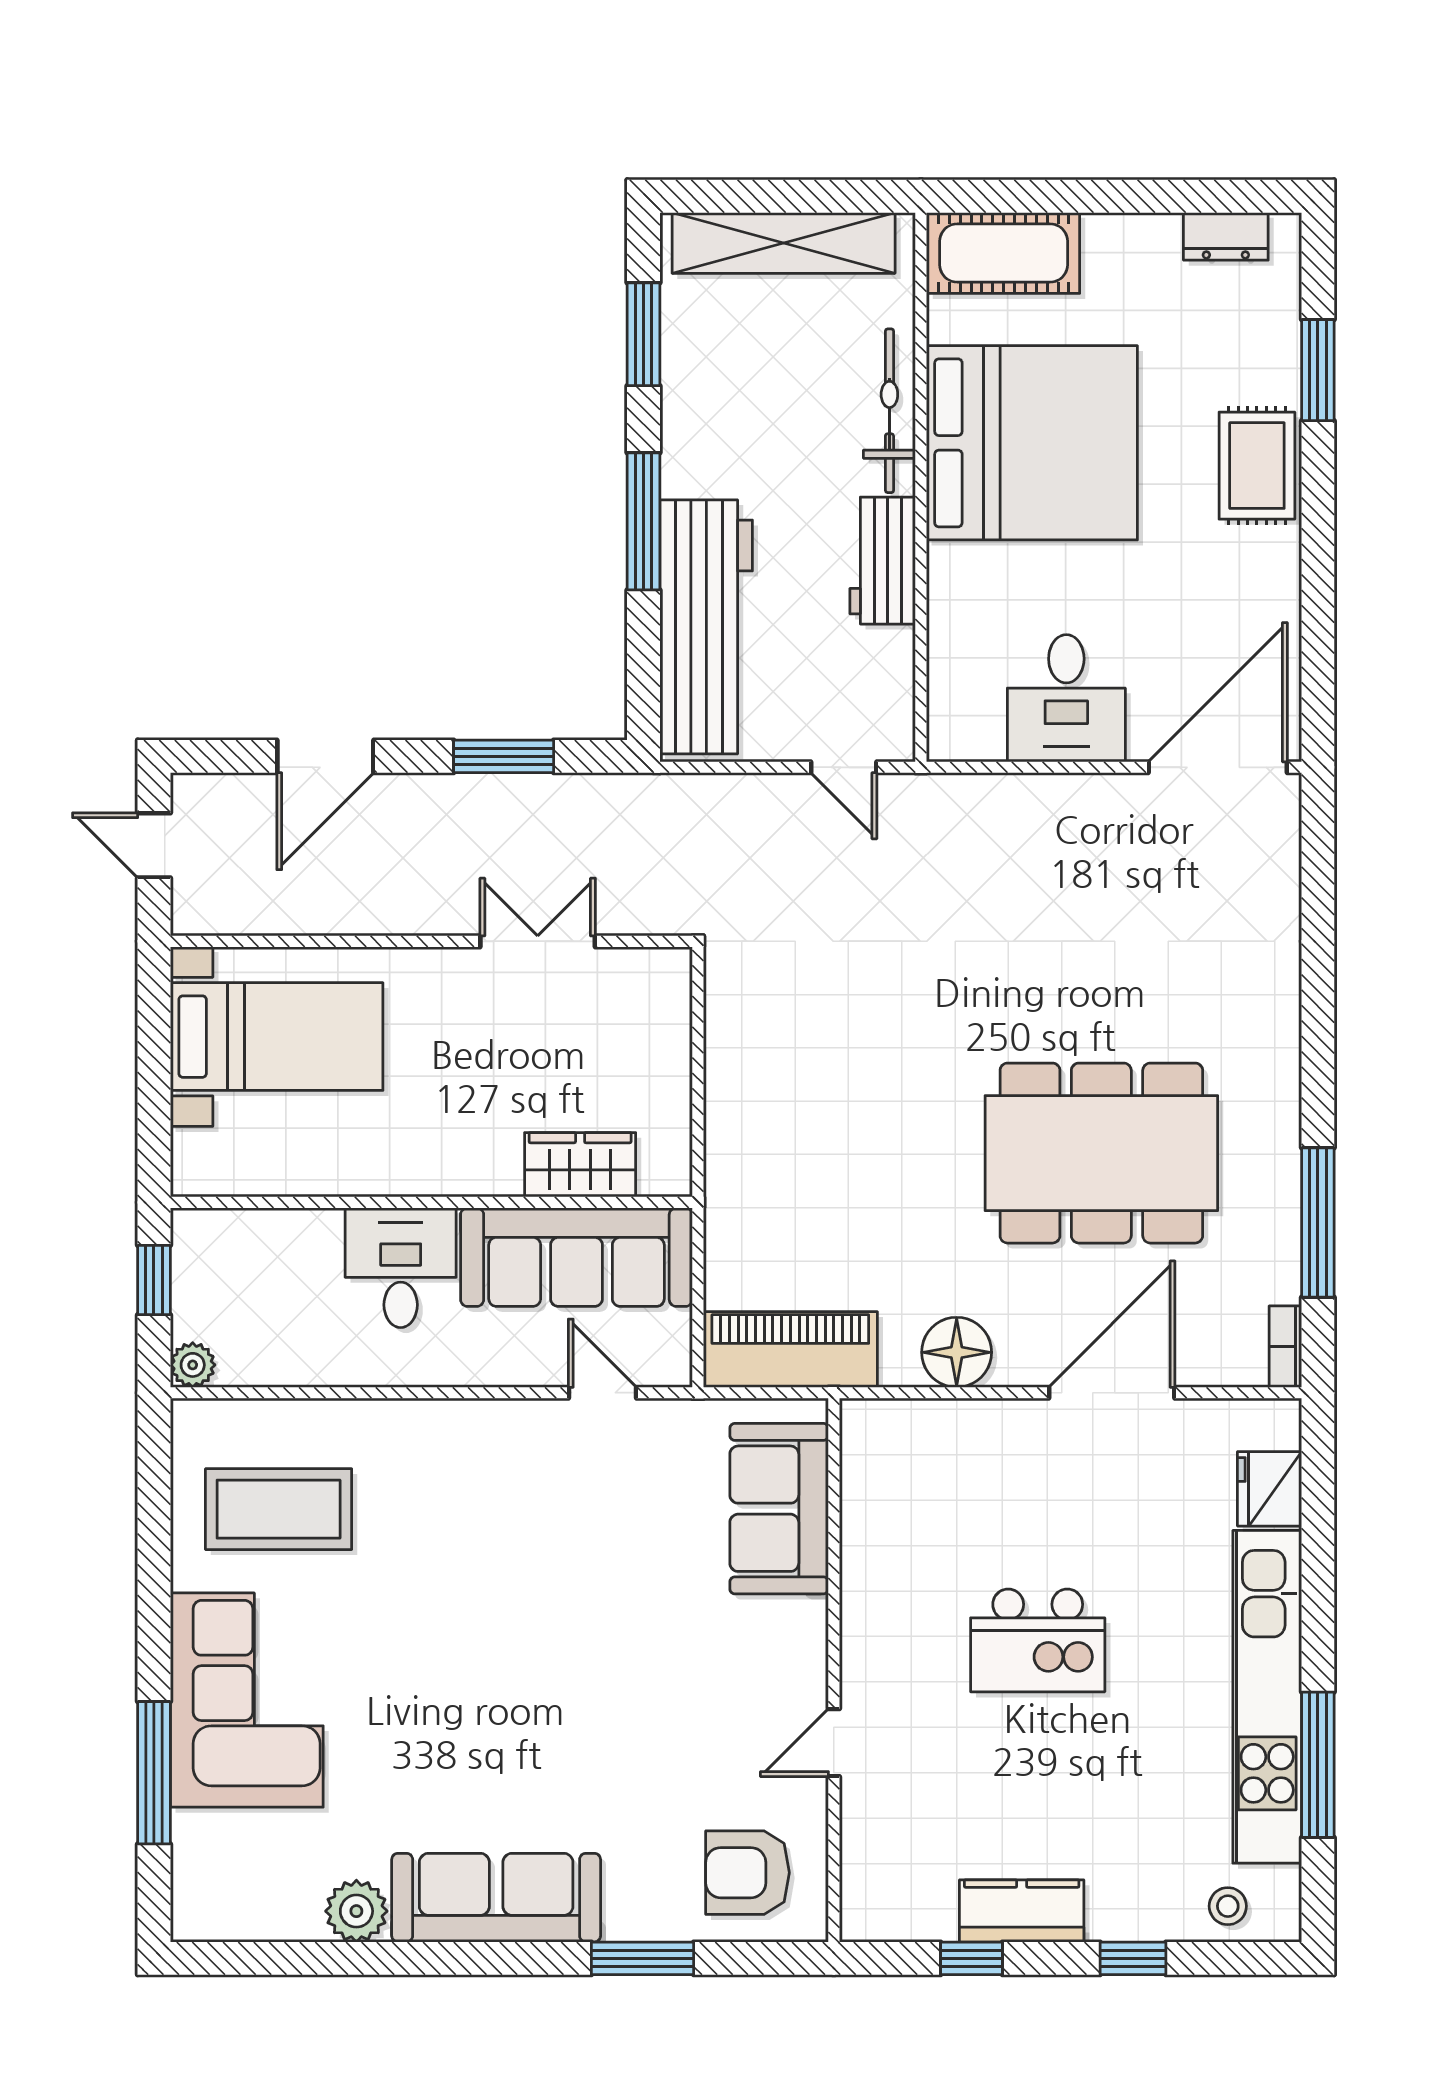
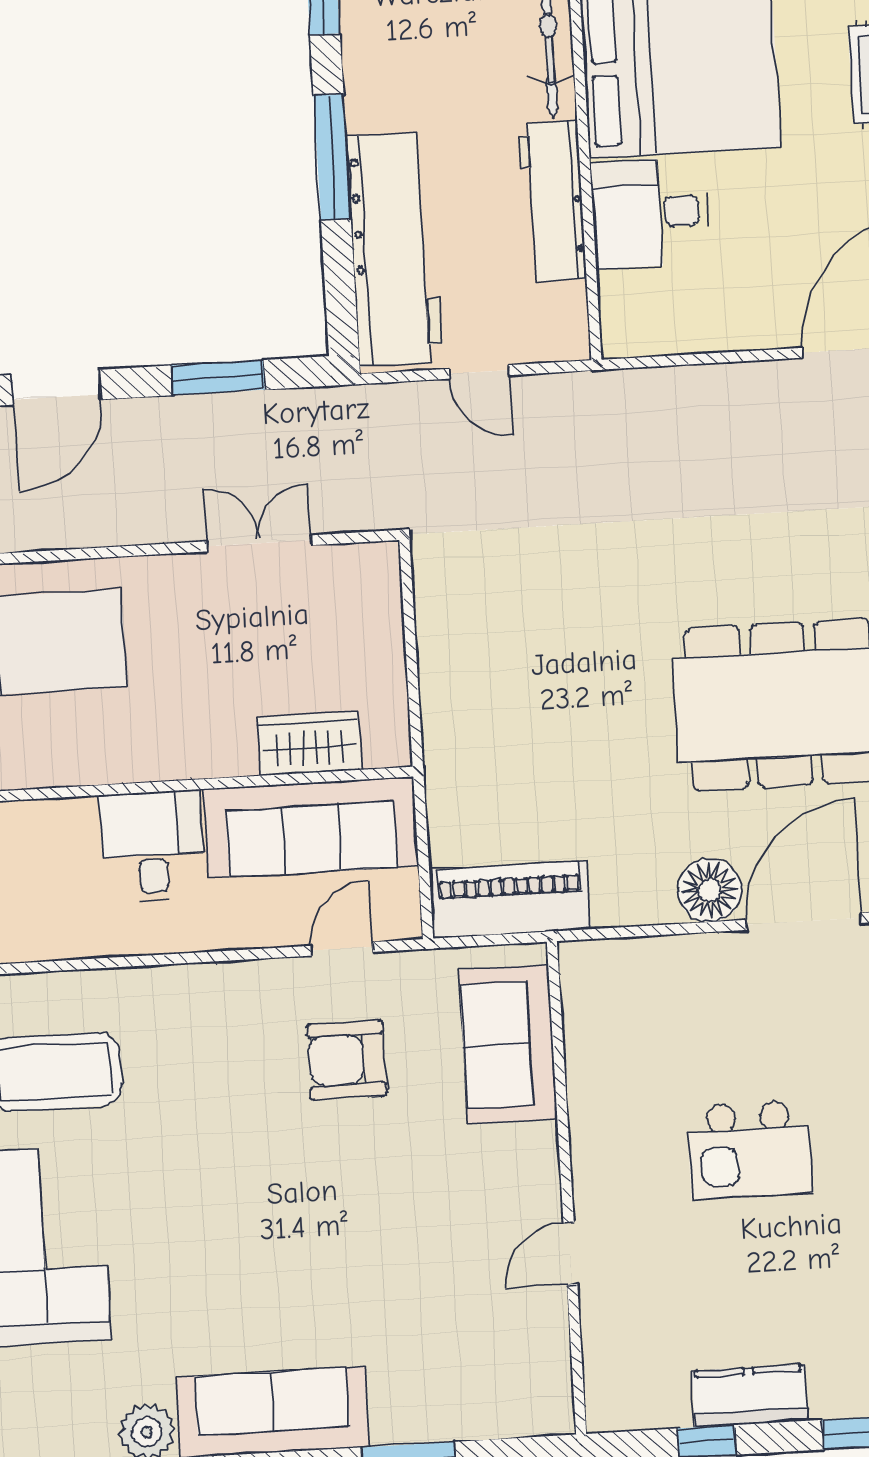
workbench: (883, 561) -> (552, 201), width x1.38
desk: (1066, 698) -> (651, 213), moved, turned 90
door: (844, 767) -> (479, 372), moved
floor lamp: (957, 1352) -> (710, 890), moved
door: (602, 1393) -> (342, 949), hinge flipped
armchair: (747, 1873) -> (347, 1060), moved

